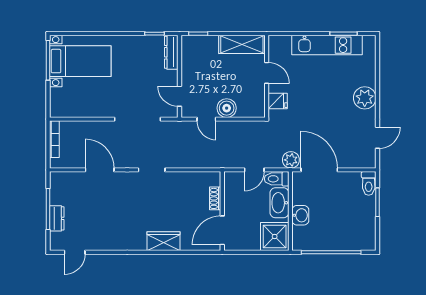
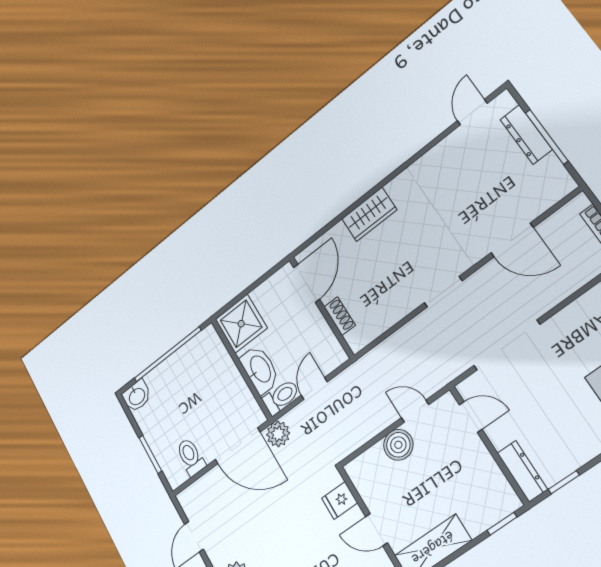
toilet: (369, 183) -> (191, 457), moved
washbasin: (300, 215) -> (137, 396), moved, turned -90
dresser: (57, 218) -> (526, 134), width x1.44

